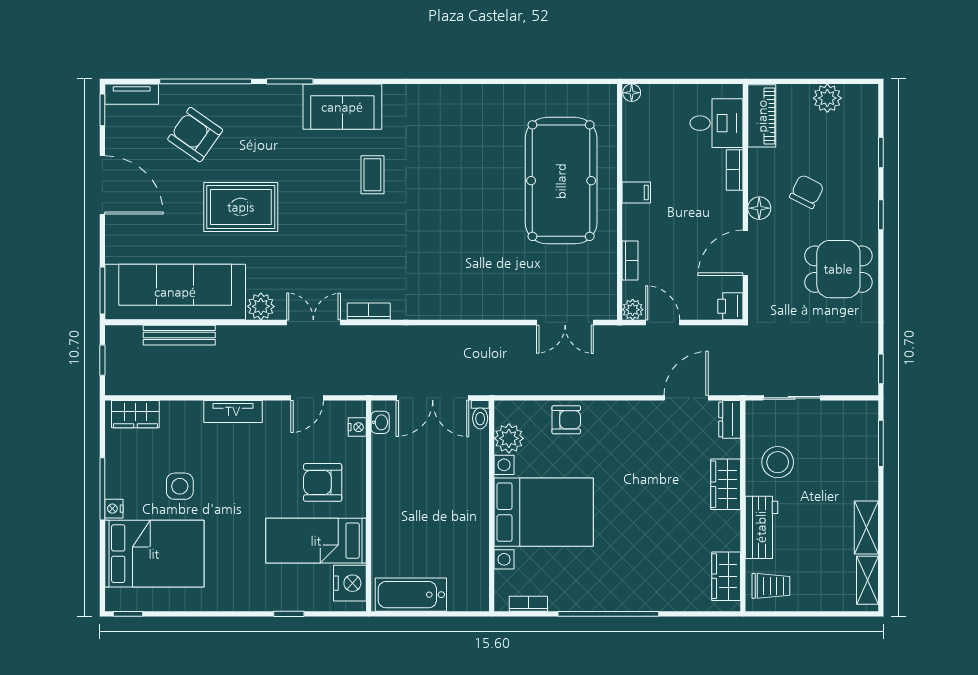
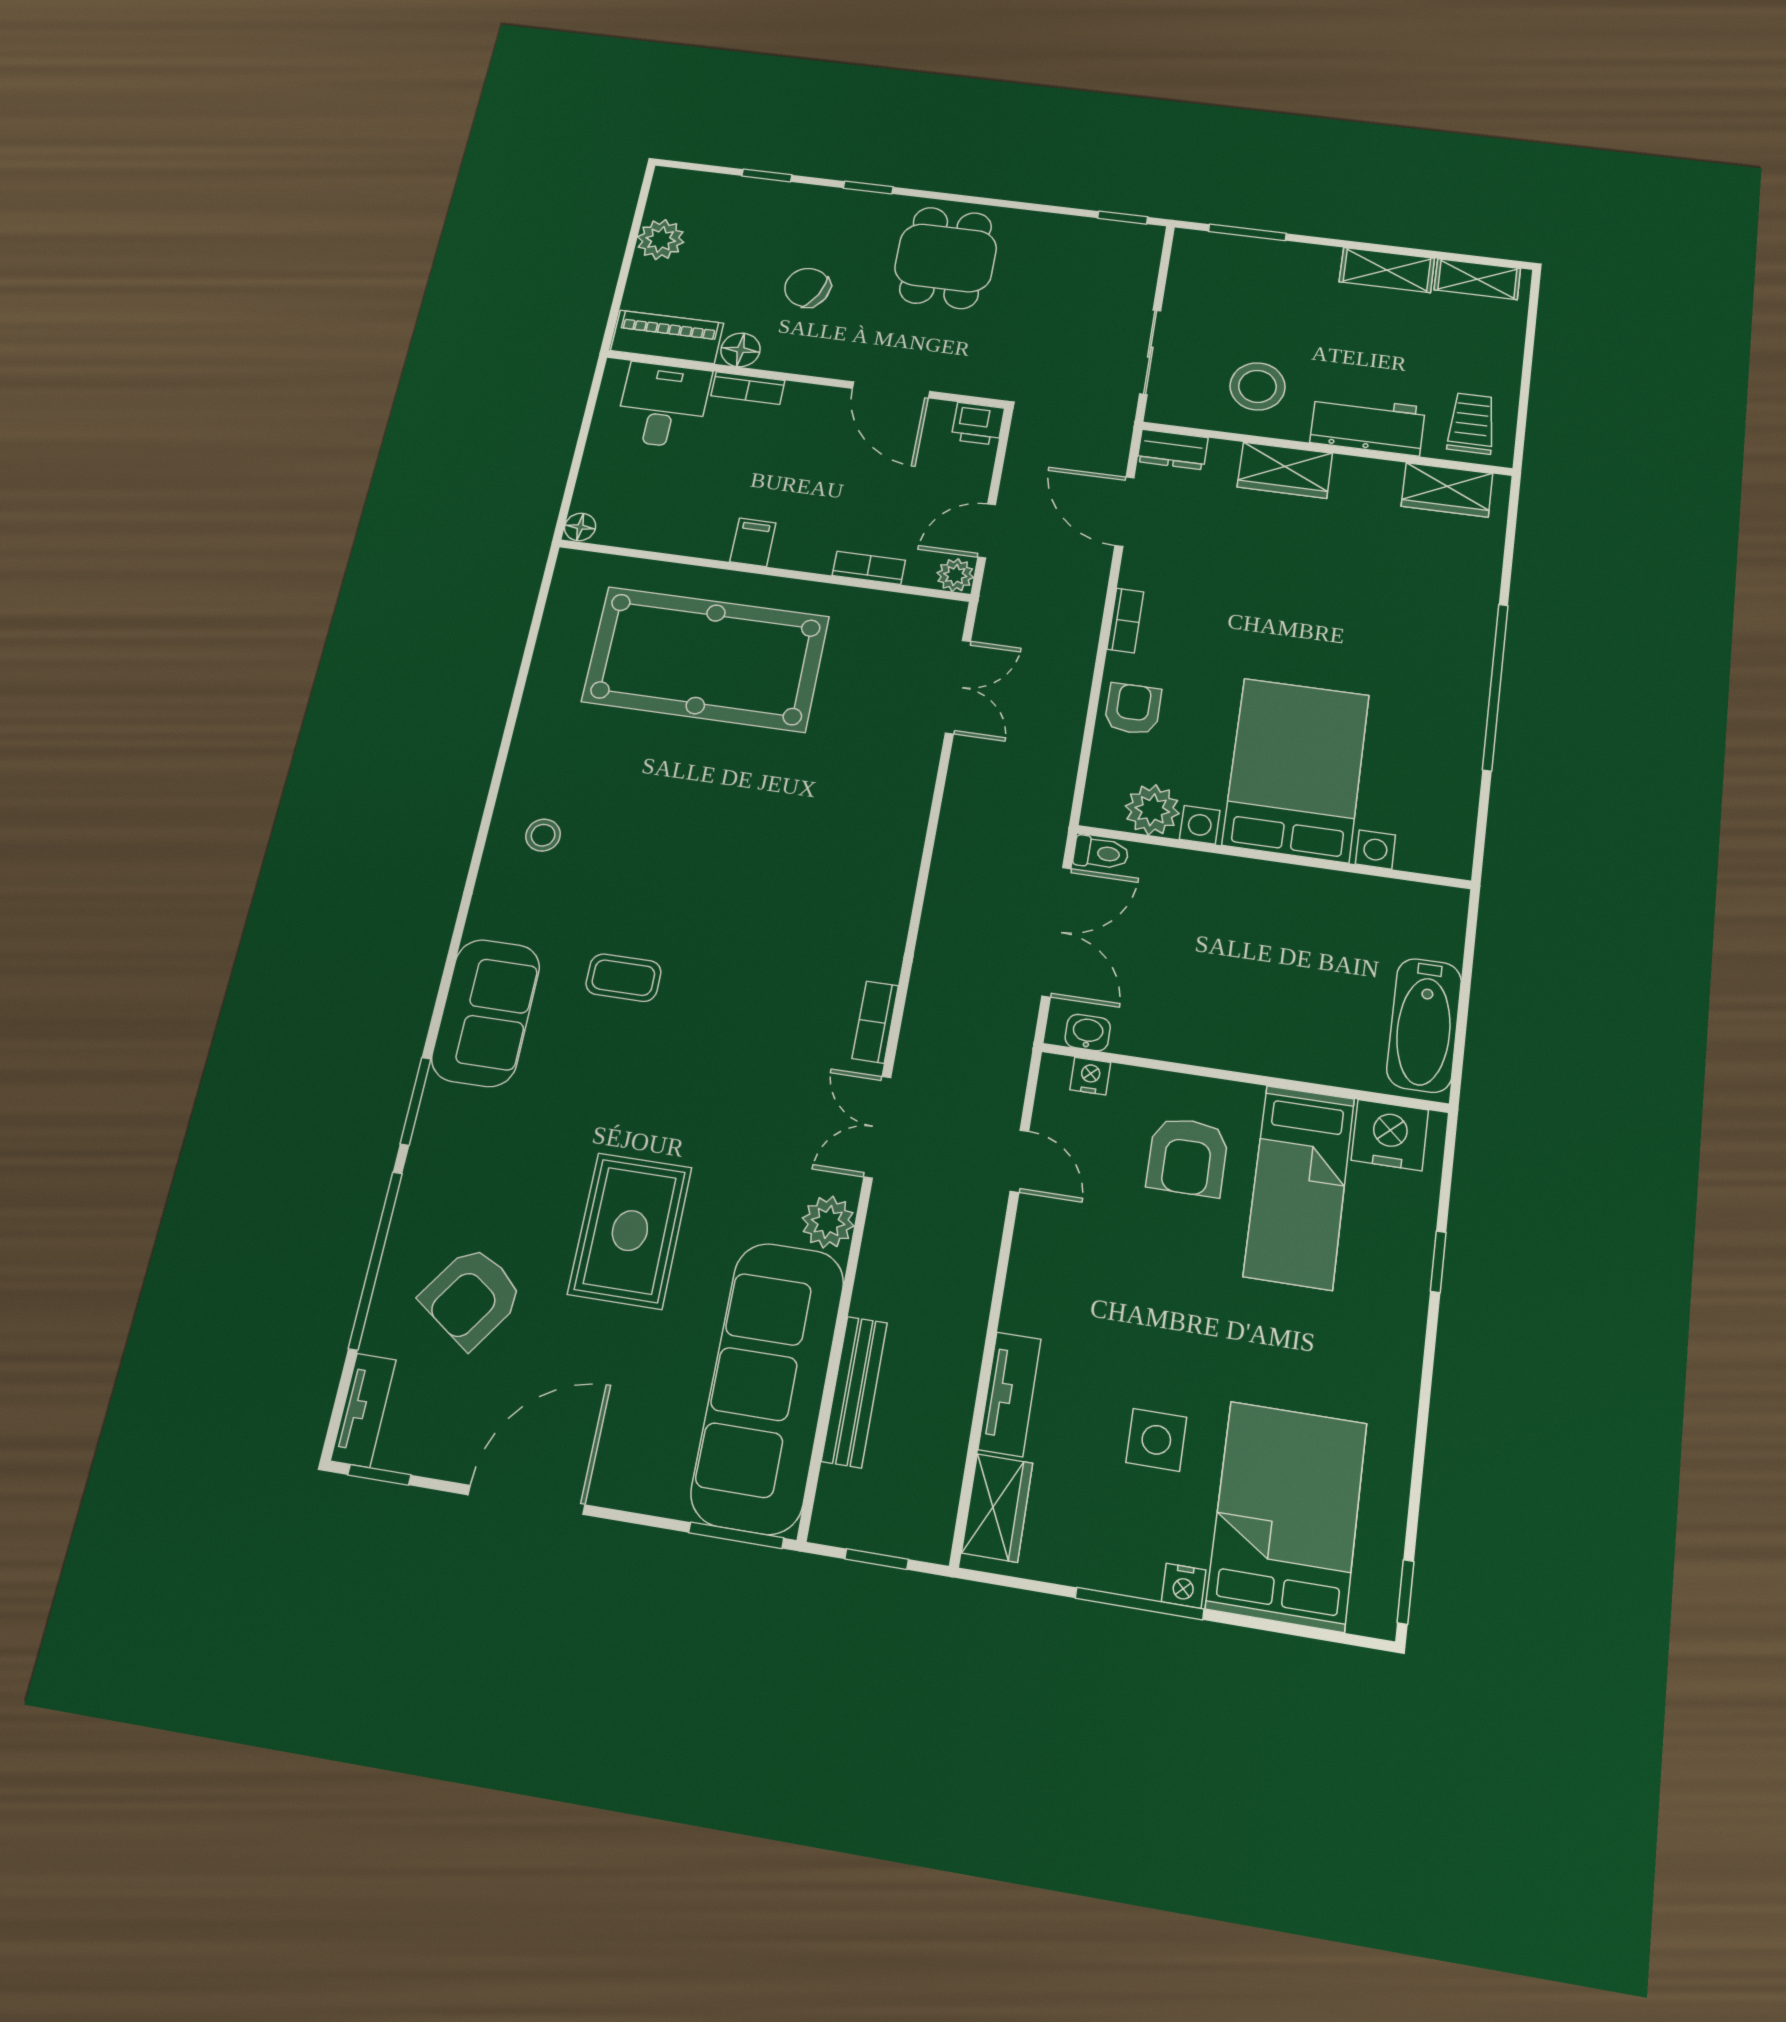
stool: (445, 114) -> (543, 835), added
floor lamp: (759, 208) -> (740, 350), moved
tv unit: (233, 411) -> (1010, 1394), moved
bookcase: (528, 604) -> (1125, 620), moved, turned 180

